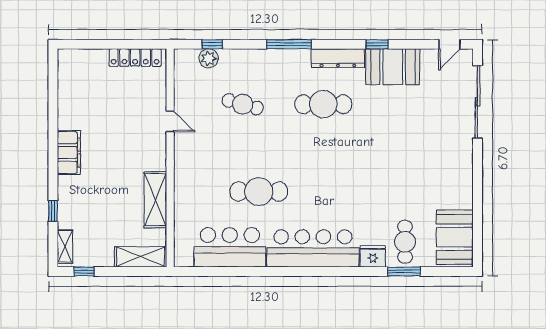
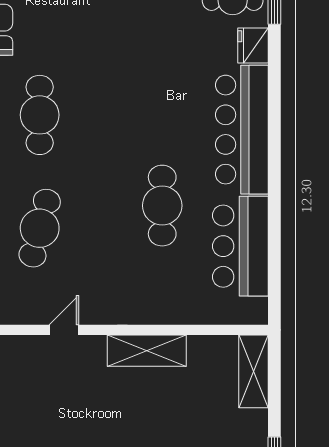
cafe table: (243, 104) -> (40, 228), width x1.37, depth x1.35
shelving: (155, 200) -> (147, 351), moved

